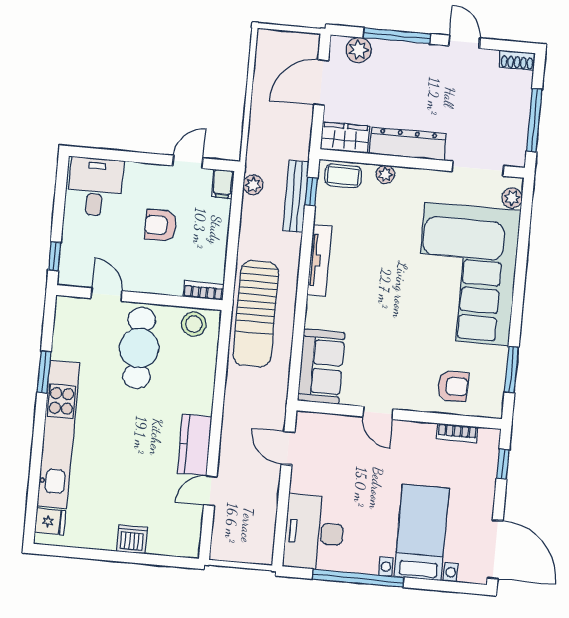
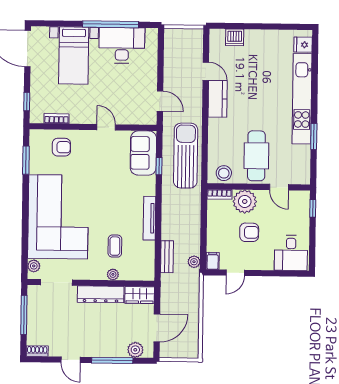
coffee table: (343, 176) -> (115, 246), moved, turned 90
window: (311, 192) -> (159, 166), moved
bench: (296, 196) -> (167, 257), width x0.73
plant: (164, 276) -> (245, 201), added
sun lounger: (256, 314) -> (186, 156), moved
armchair: (453, 386) -> (61, 147), turned 180
door: (210, 491) -> (206, 71), hinge flipped
desk: (314, 533) -> (122, 45), moved, turned -90
dishwasher: (132, 539) -> (235, 37), moved

